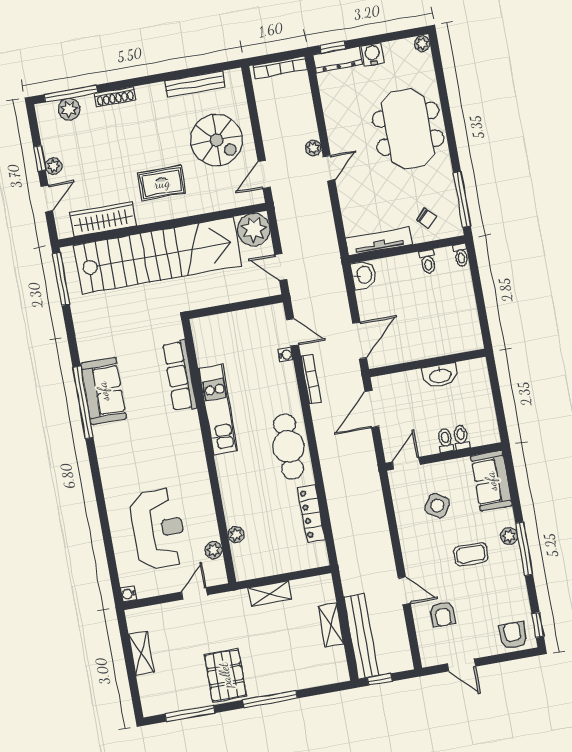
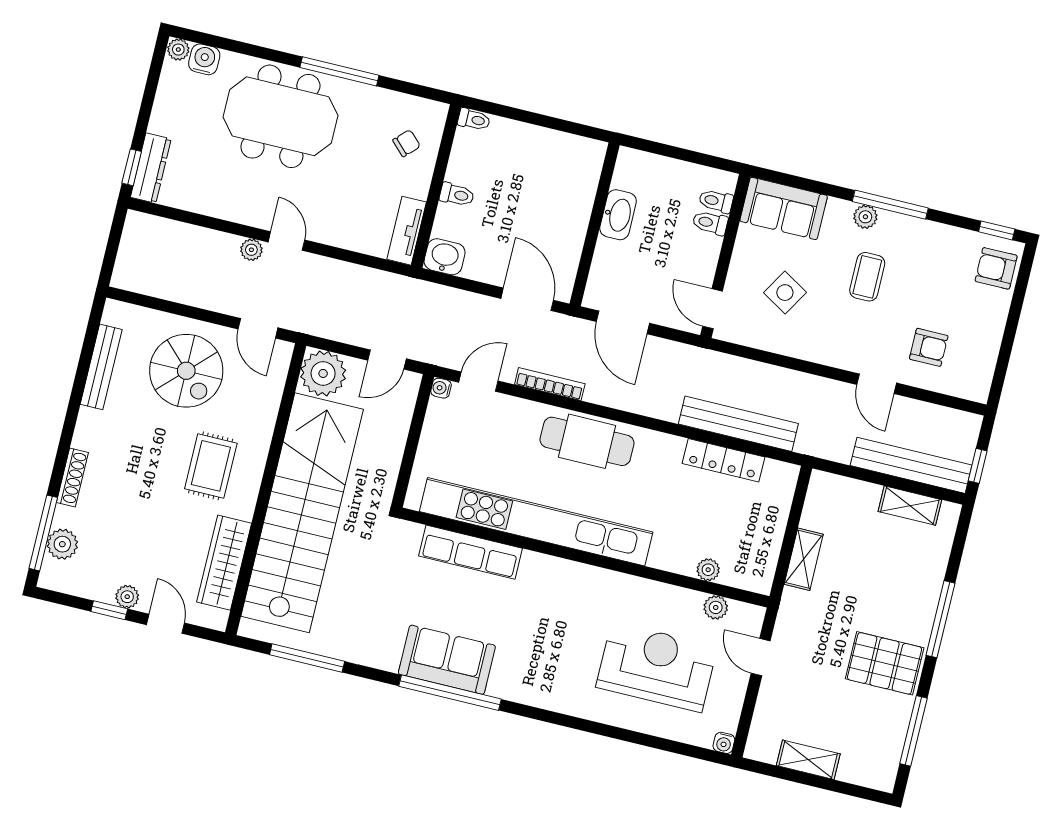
water cooler: (373, 54) -> (204, 59), moved, turned 90
bookcase: (280, 67) -> (128, 247), removed
spiral stairs: (216, 140) -> (186, 371), turned 90
window: (462, 199) -> (339, 71), moved
tv unit: (379, 241) -> (407, 231), width x0.71
toilet: (428, 262) -> (457, 195), moved
window: (61, 279) -> (307, 658), moved
water cooler: (286, 355) -> (441, 388), moved, turned -90
kitchen unit: (218, 410) -> (536, 522), width x1.86
toilet: (446, 440) -> (716, 201), moved
cafe table: (288, 446) -> (587, 441), moved
bench: (339, 513) -> (738, 424), added
door: (404, 591) -> (877, 384), swing flipped
shelving: (331, 625) -> (910, 506), moved
door: (461, 665) -> (1005, 352), removed

